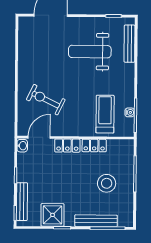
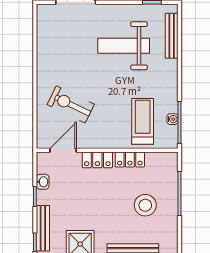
washbasin: (22, 146) -> (43, 182), moved

